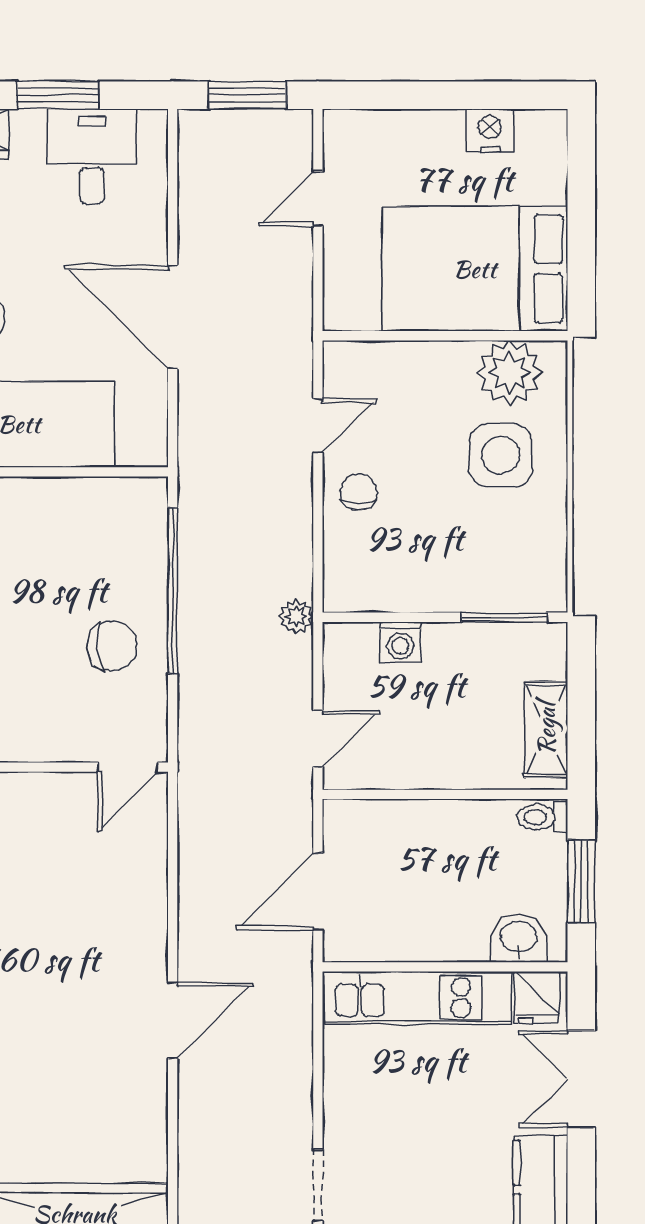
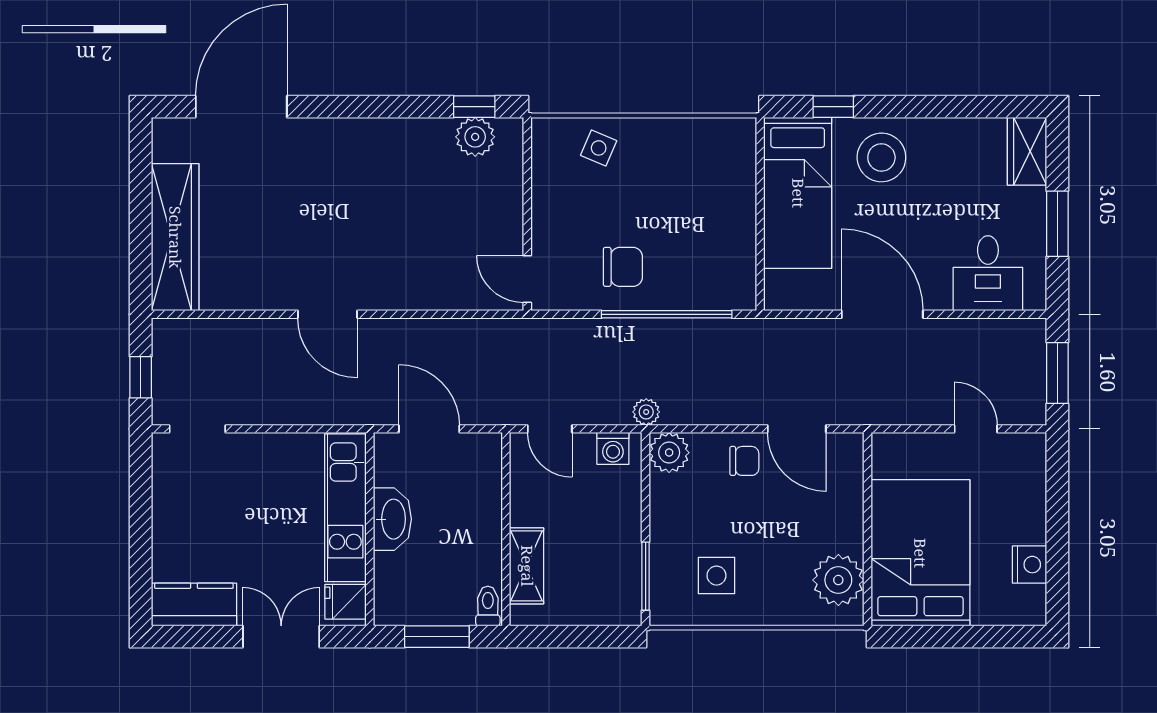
desk: (92, 156) -> (988, 273), moved, turned 90
door: (173, 317) -> (882, 314), hinge flipped
door: (318, 425) -> (797, 429), width x1.38
side table: (501, 455) -> (716, 576), moved, width x0.73, depth x0.73
plant: (348, 587) -> (669, 453), added
washing machine: (400, 642) -> (613, 448), moved, turned -90
chair: (112, 646) -> (623, 267), turned -85
shelving: (546, 729) -> (527, 566), moved, turned 90
washbasin: (519, 938) -> (392, 519), moved, width x1.38

